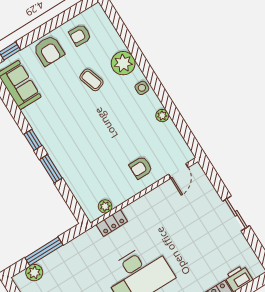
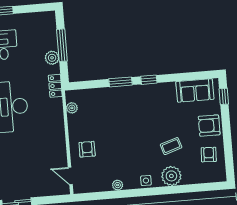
locker: (112, 223) -> (55, 86), moved
plant: (34, 273) -> (52, 58), moved

